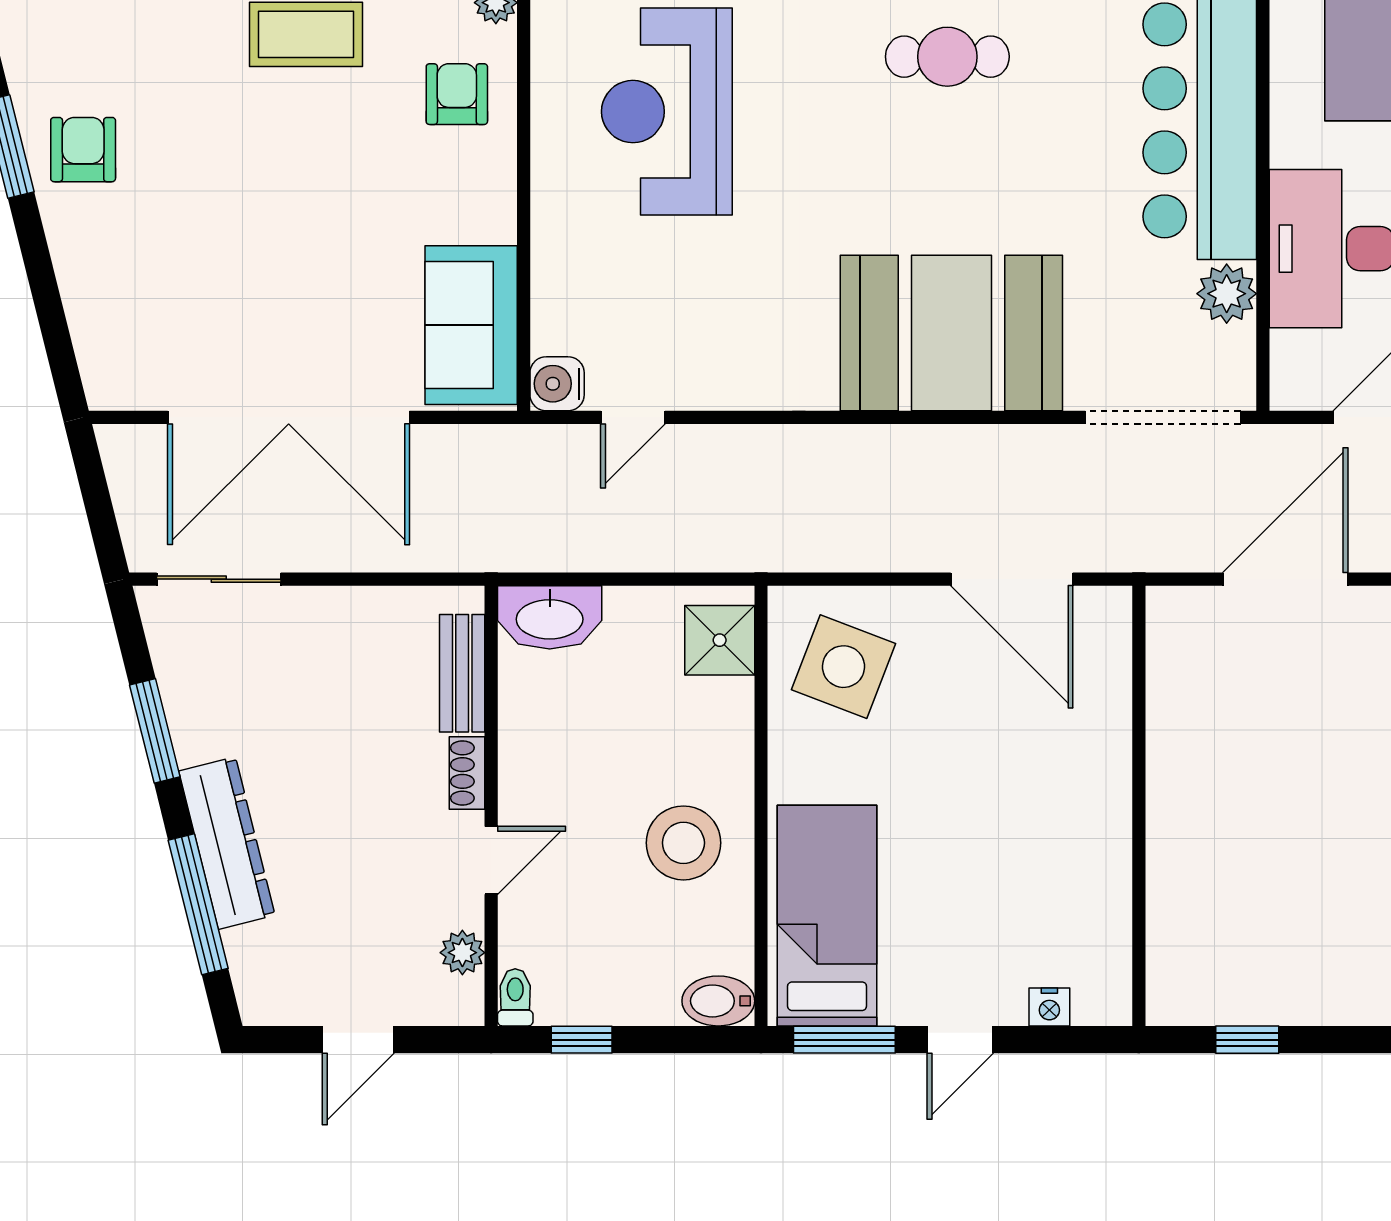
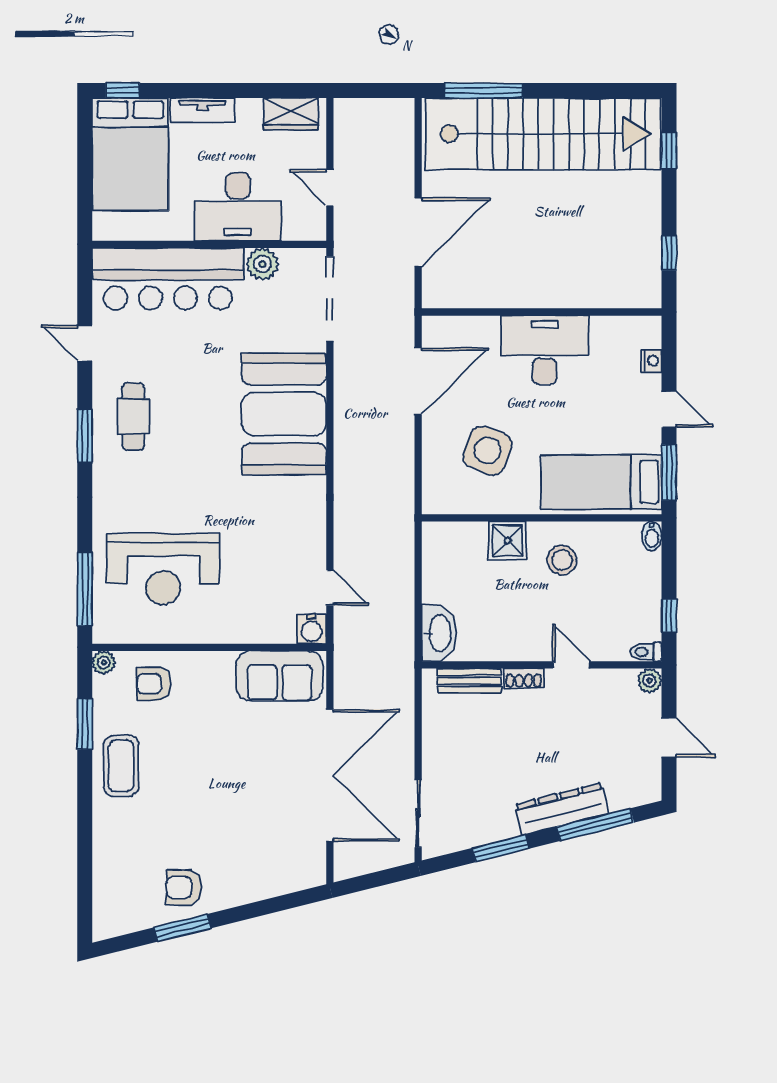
door: (1285, 579) -> (418, 232), swing flipped
shower: (720, 640) -> (507, 540), moved
side table: (844, 667) -> (487, 451), moved
desk: (1069, 811) -> (545, 350), added
stool: (683, 843) -> (562, 560), width x0.73, depth x0.73
plant: (462, 953) -> (650, 681), moved
bidet: (718, 1001) -> (652, 536), width x0.72, depth x0.74

